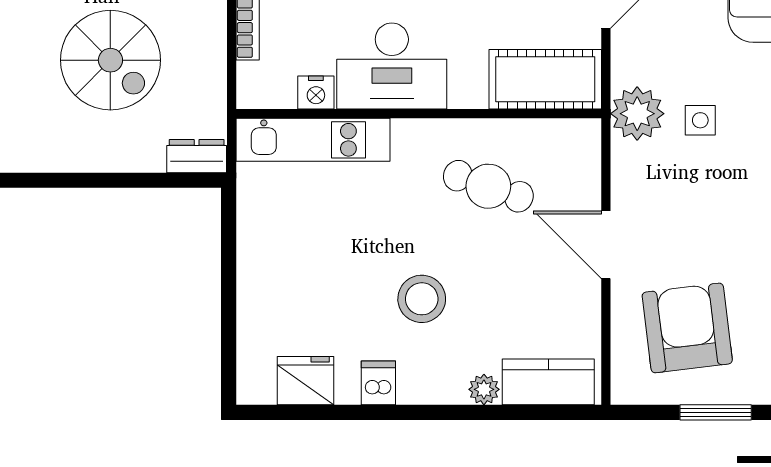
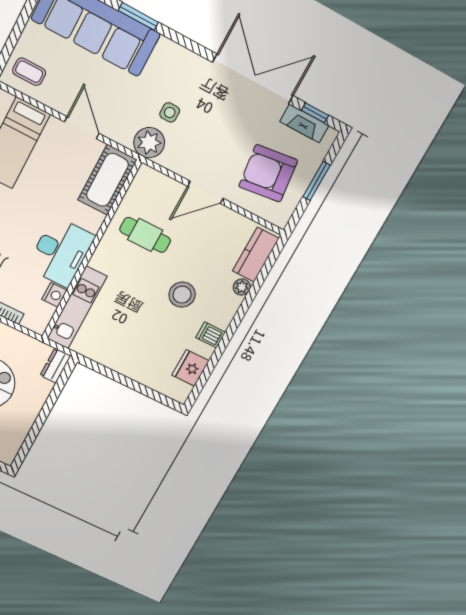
cafe table: (488, 186) -> (145, 235), turned 71

